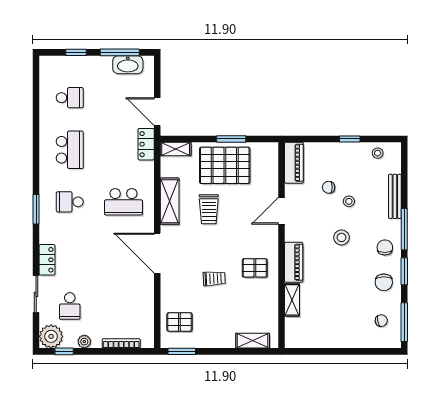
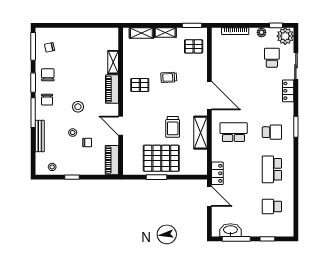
shelving: (176, 149) -> (165, 33), moved
trolley: (209, 209) -> (173, 127), turned 180
door: (282, 211) -> (121, 126), swing flipped

